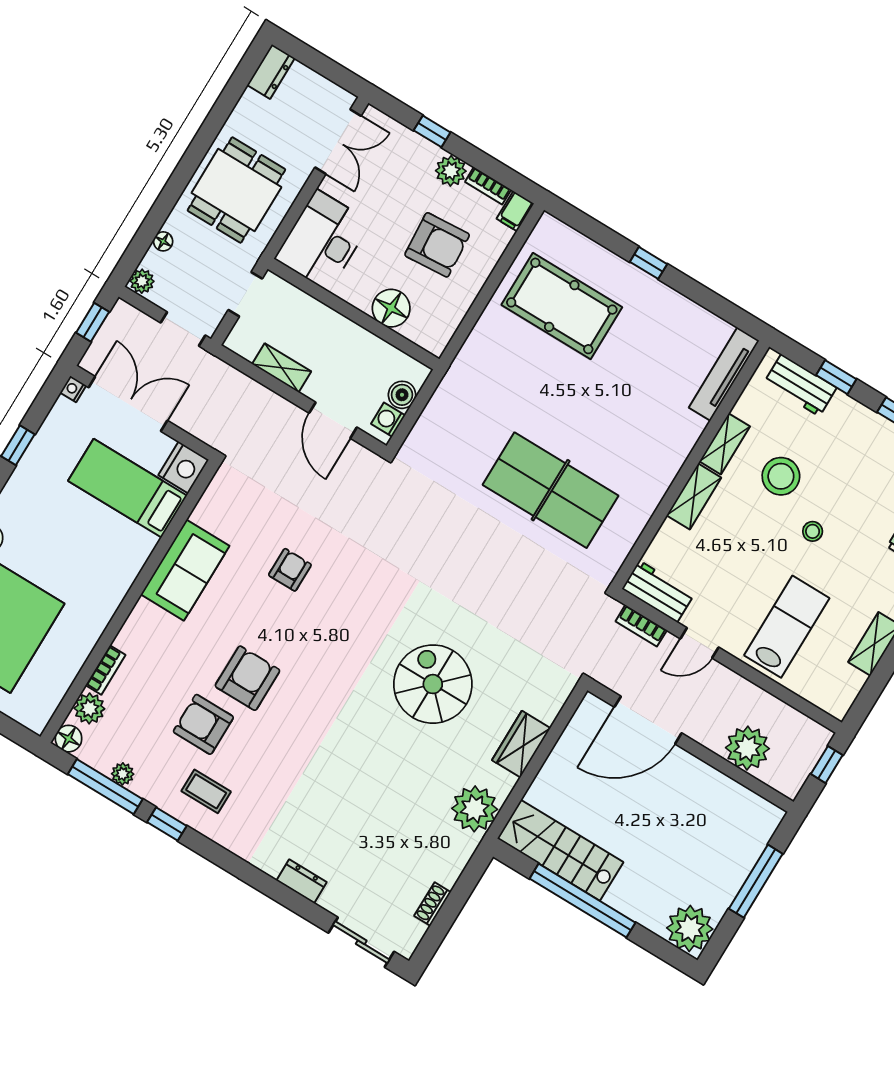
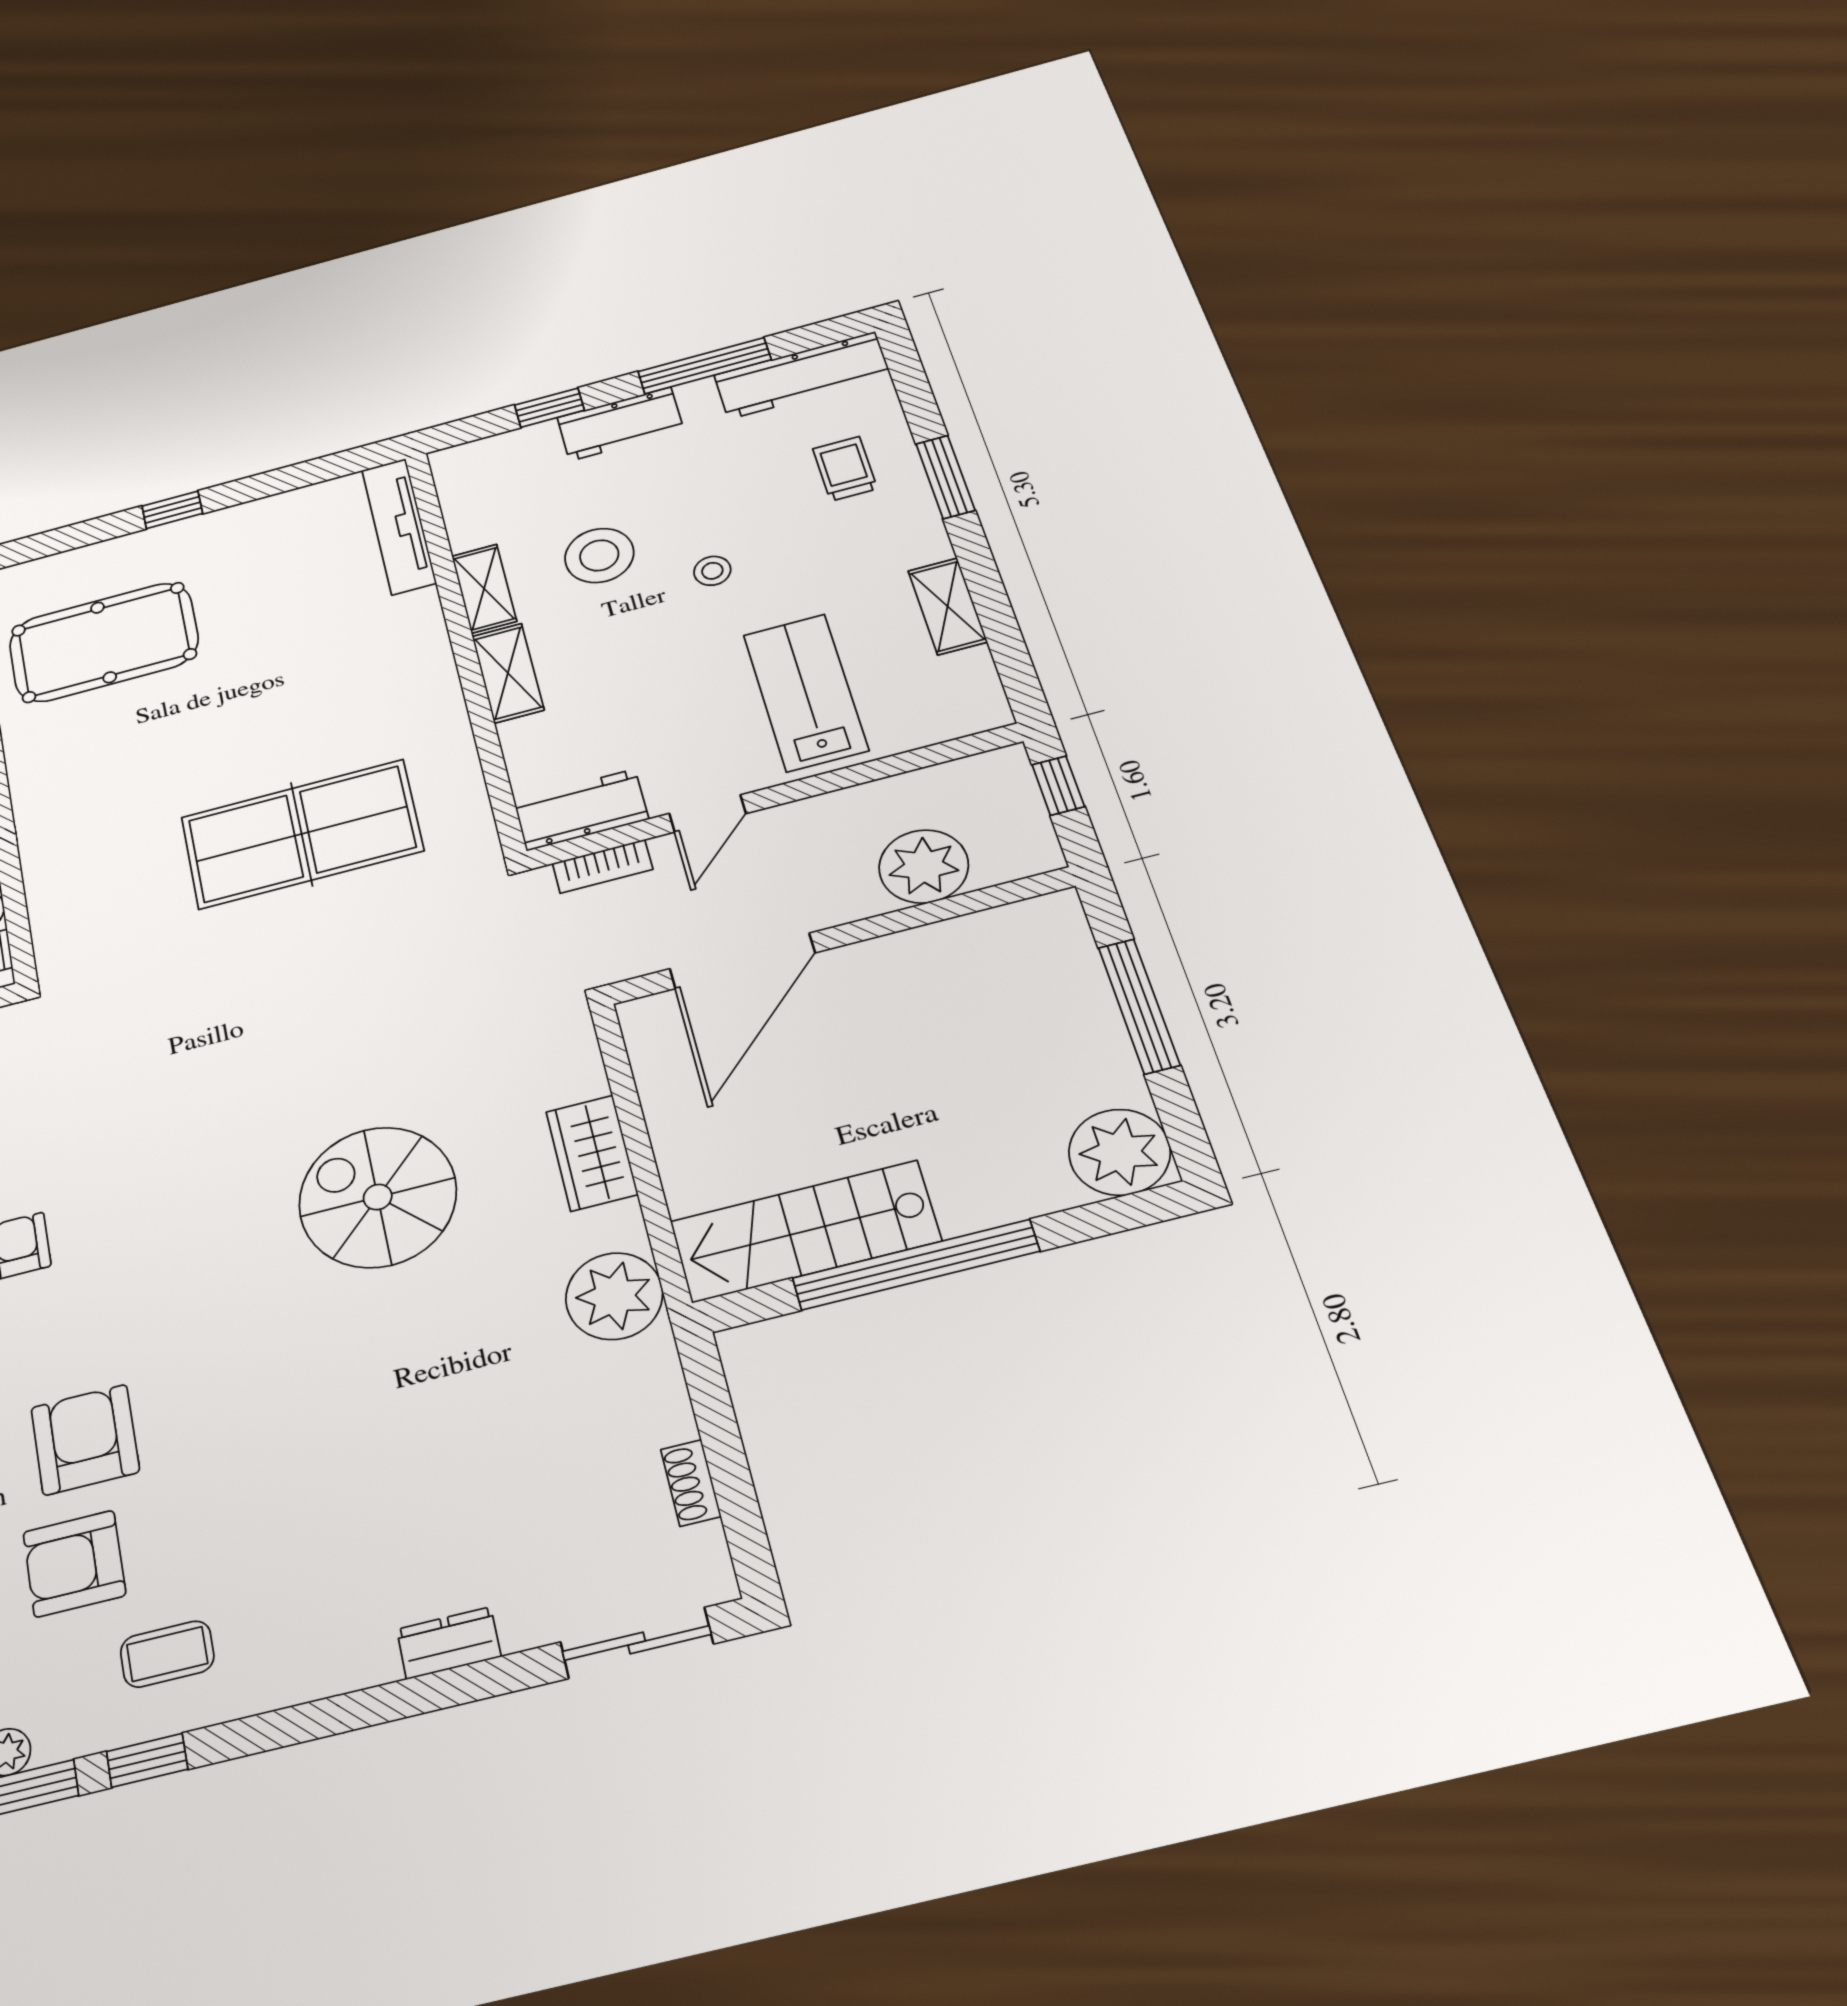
workbench: (800, 385) -> (620, 424), moved

